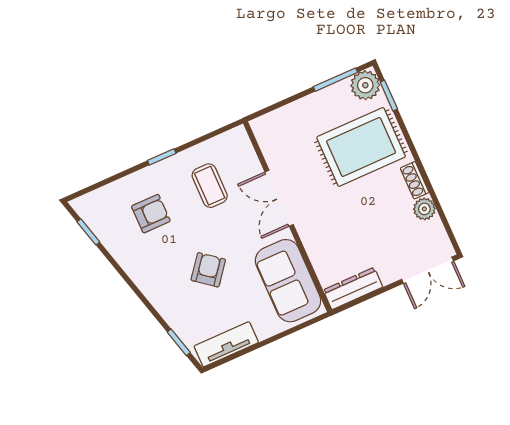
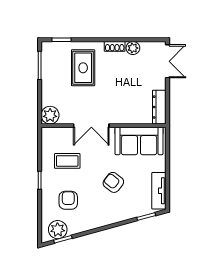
plant: (365, 85) -> (50, 115), moved
rug: (361, 147) -> (83, 68), width x0.73, depth x0.70
plant: (99, 217) -> (58, 230), added

